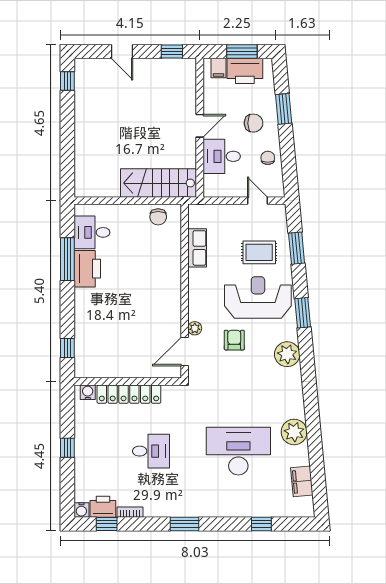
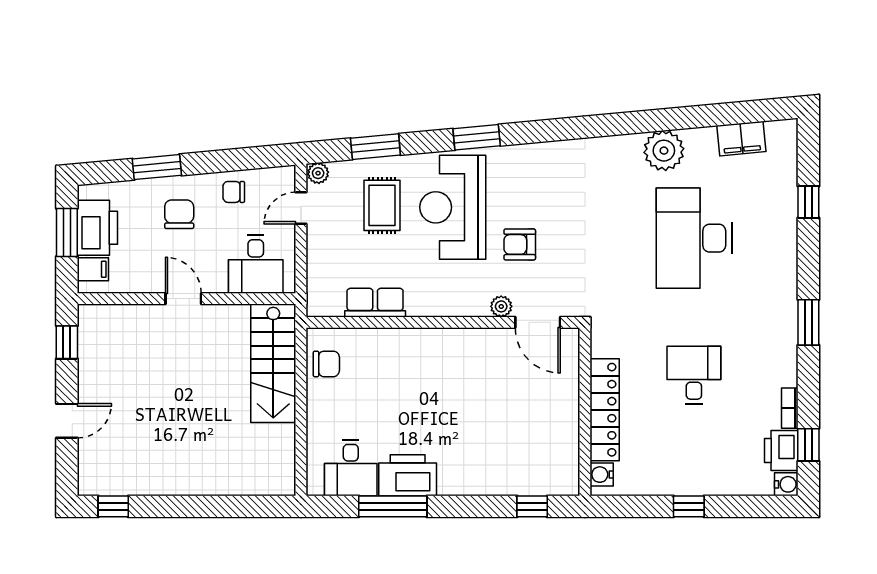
desk: (222, 156) -> (256, 264), moved
plant: (287, 354) -> (318, 173), moved, width x0.53, depth x0.53

